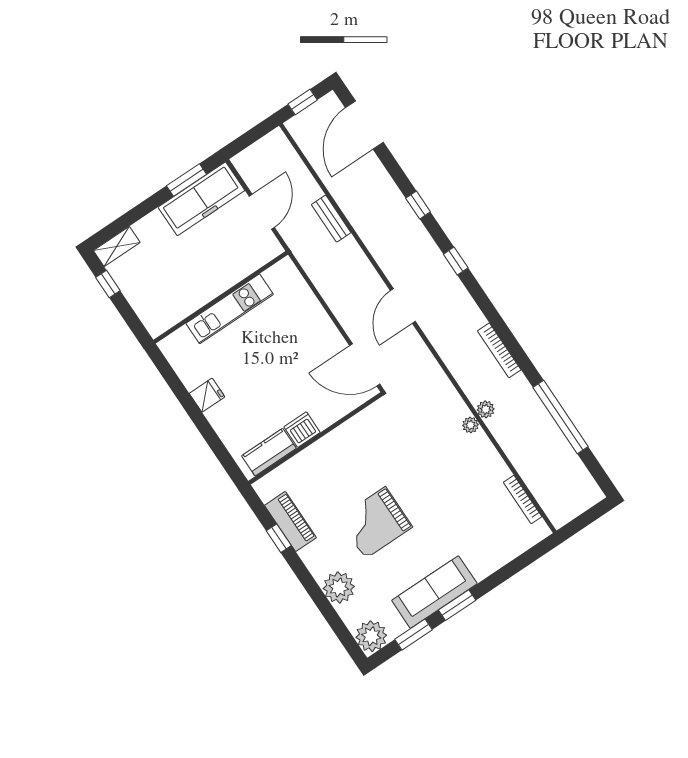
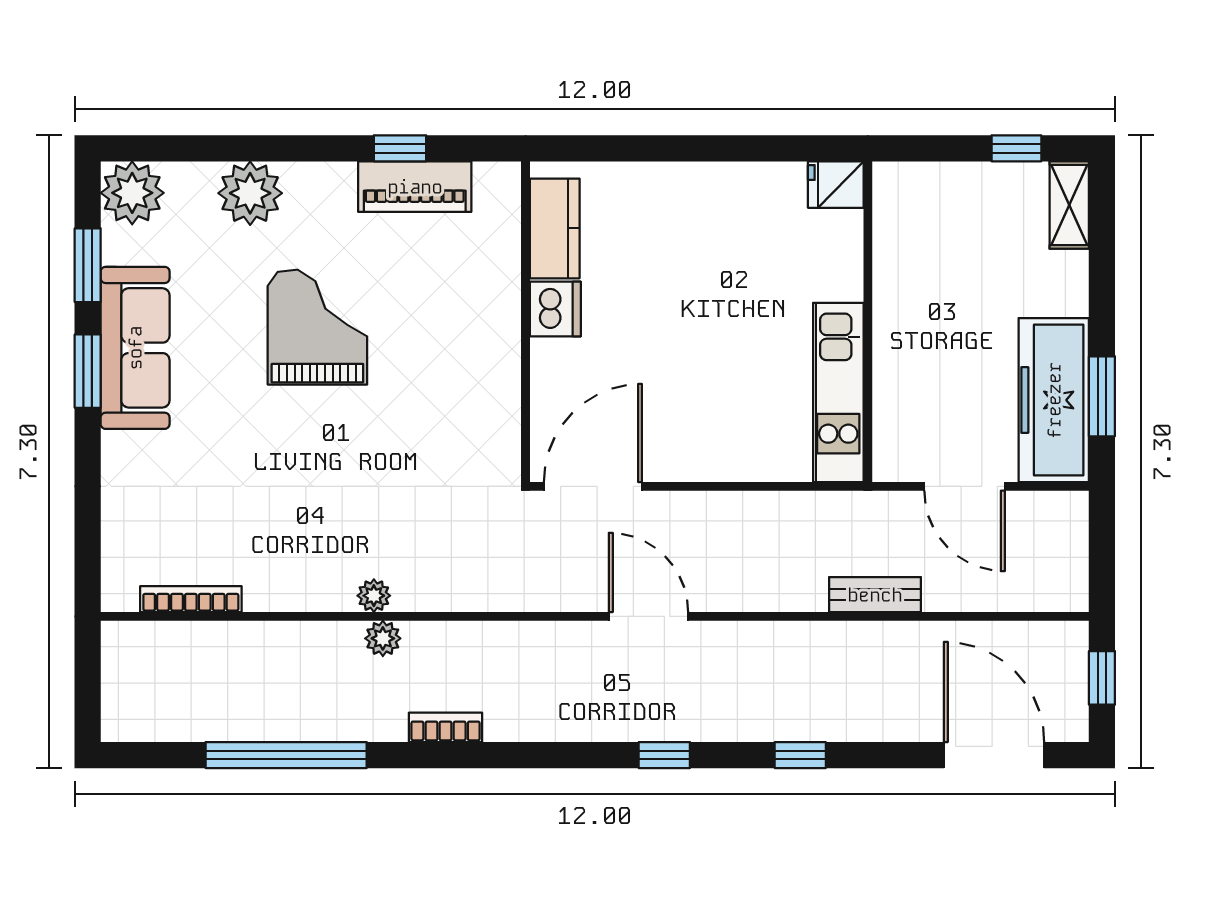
kitchen unit: (230, 309) -> (838, 392), moved
bookcase: (499, 350) -> (446, 727), width x0.64
fridge: (207, 395) -> (836, 185), moved, turned 90

